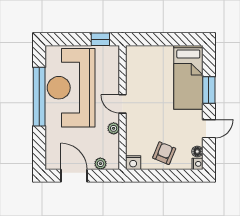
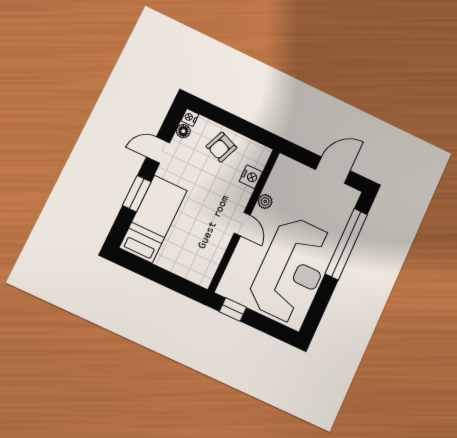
window: (39, 97) -> (346, 244), moved
nightstand: (133, 163) -> (251, 177), moved, turned 90
plant: (100, 164) -> (298, 169), removed
door: (74, 176) -> (333, 170), swing flipped

